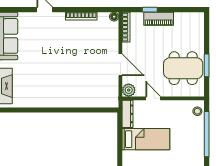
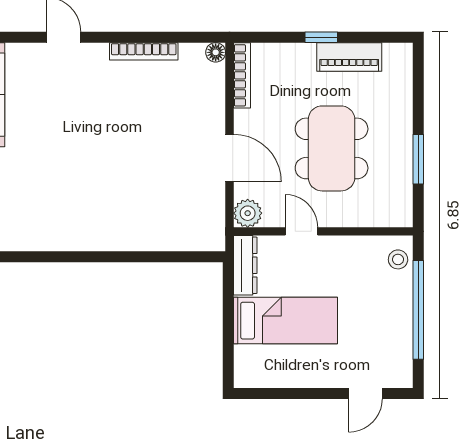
window: (150, 10) -> (321, 37), moved
piano: (159, 19) -> (349, 57), moved
dining table: (183, 68) -> (332, 148), moved, turned 90

